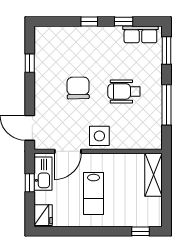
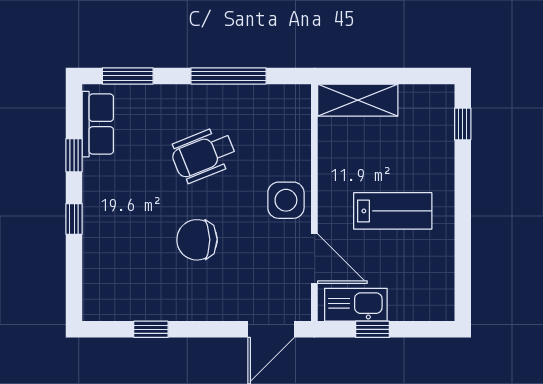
wheelchair: (124, 91) -> (203, 155), turned 68
fridge: (43, 215) -> (433, 305), removed

